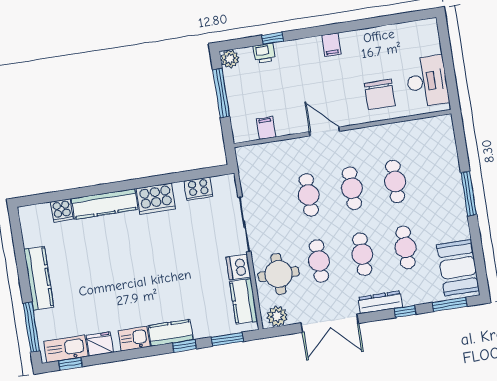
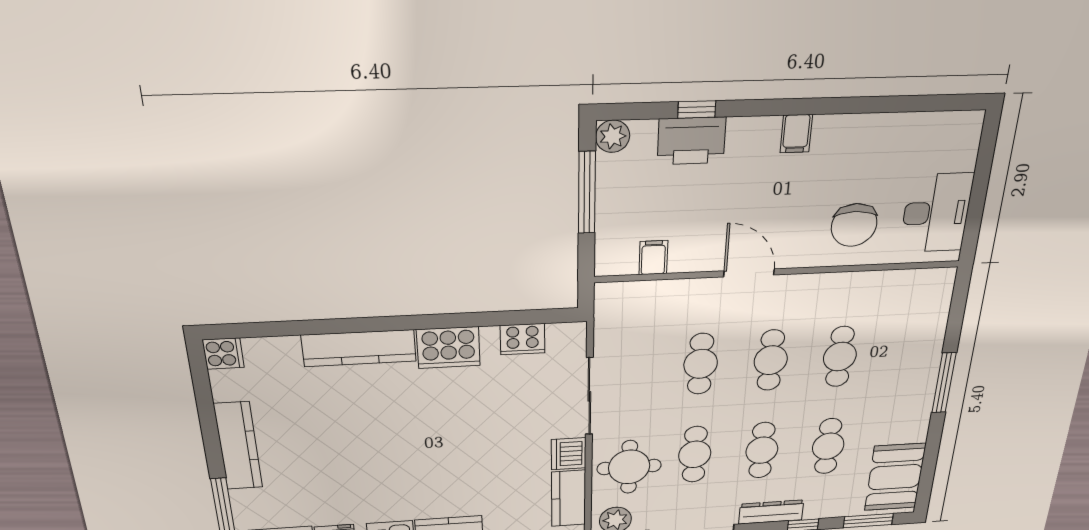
printer: (264, 53) -> (691, 141), width x1.87, depth x1.48
cooker: (62, 210) -> (223, 354), moved, turned -90

